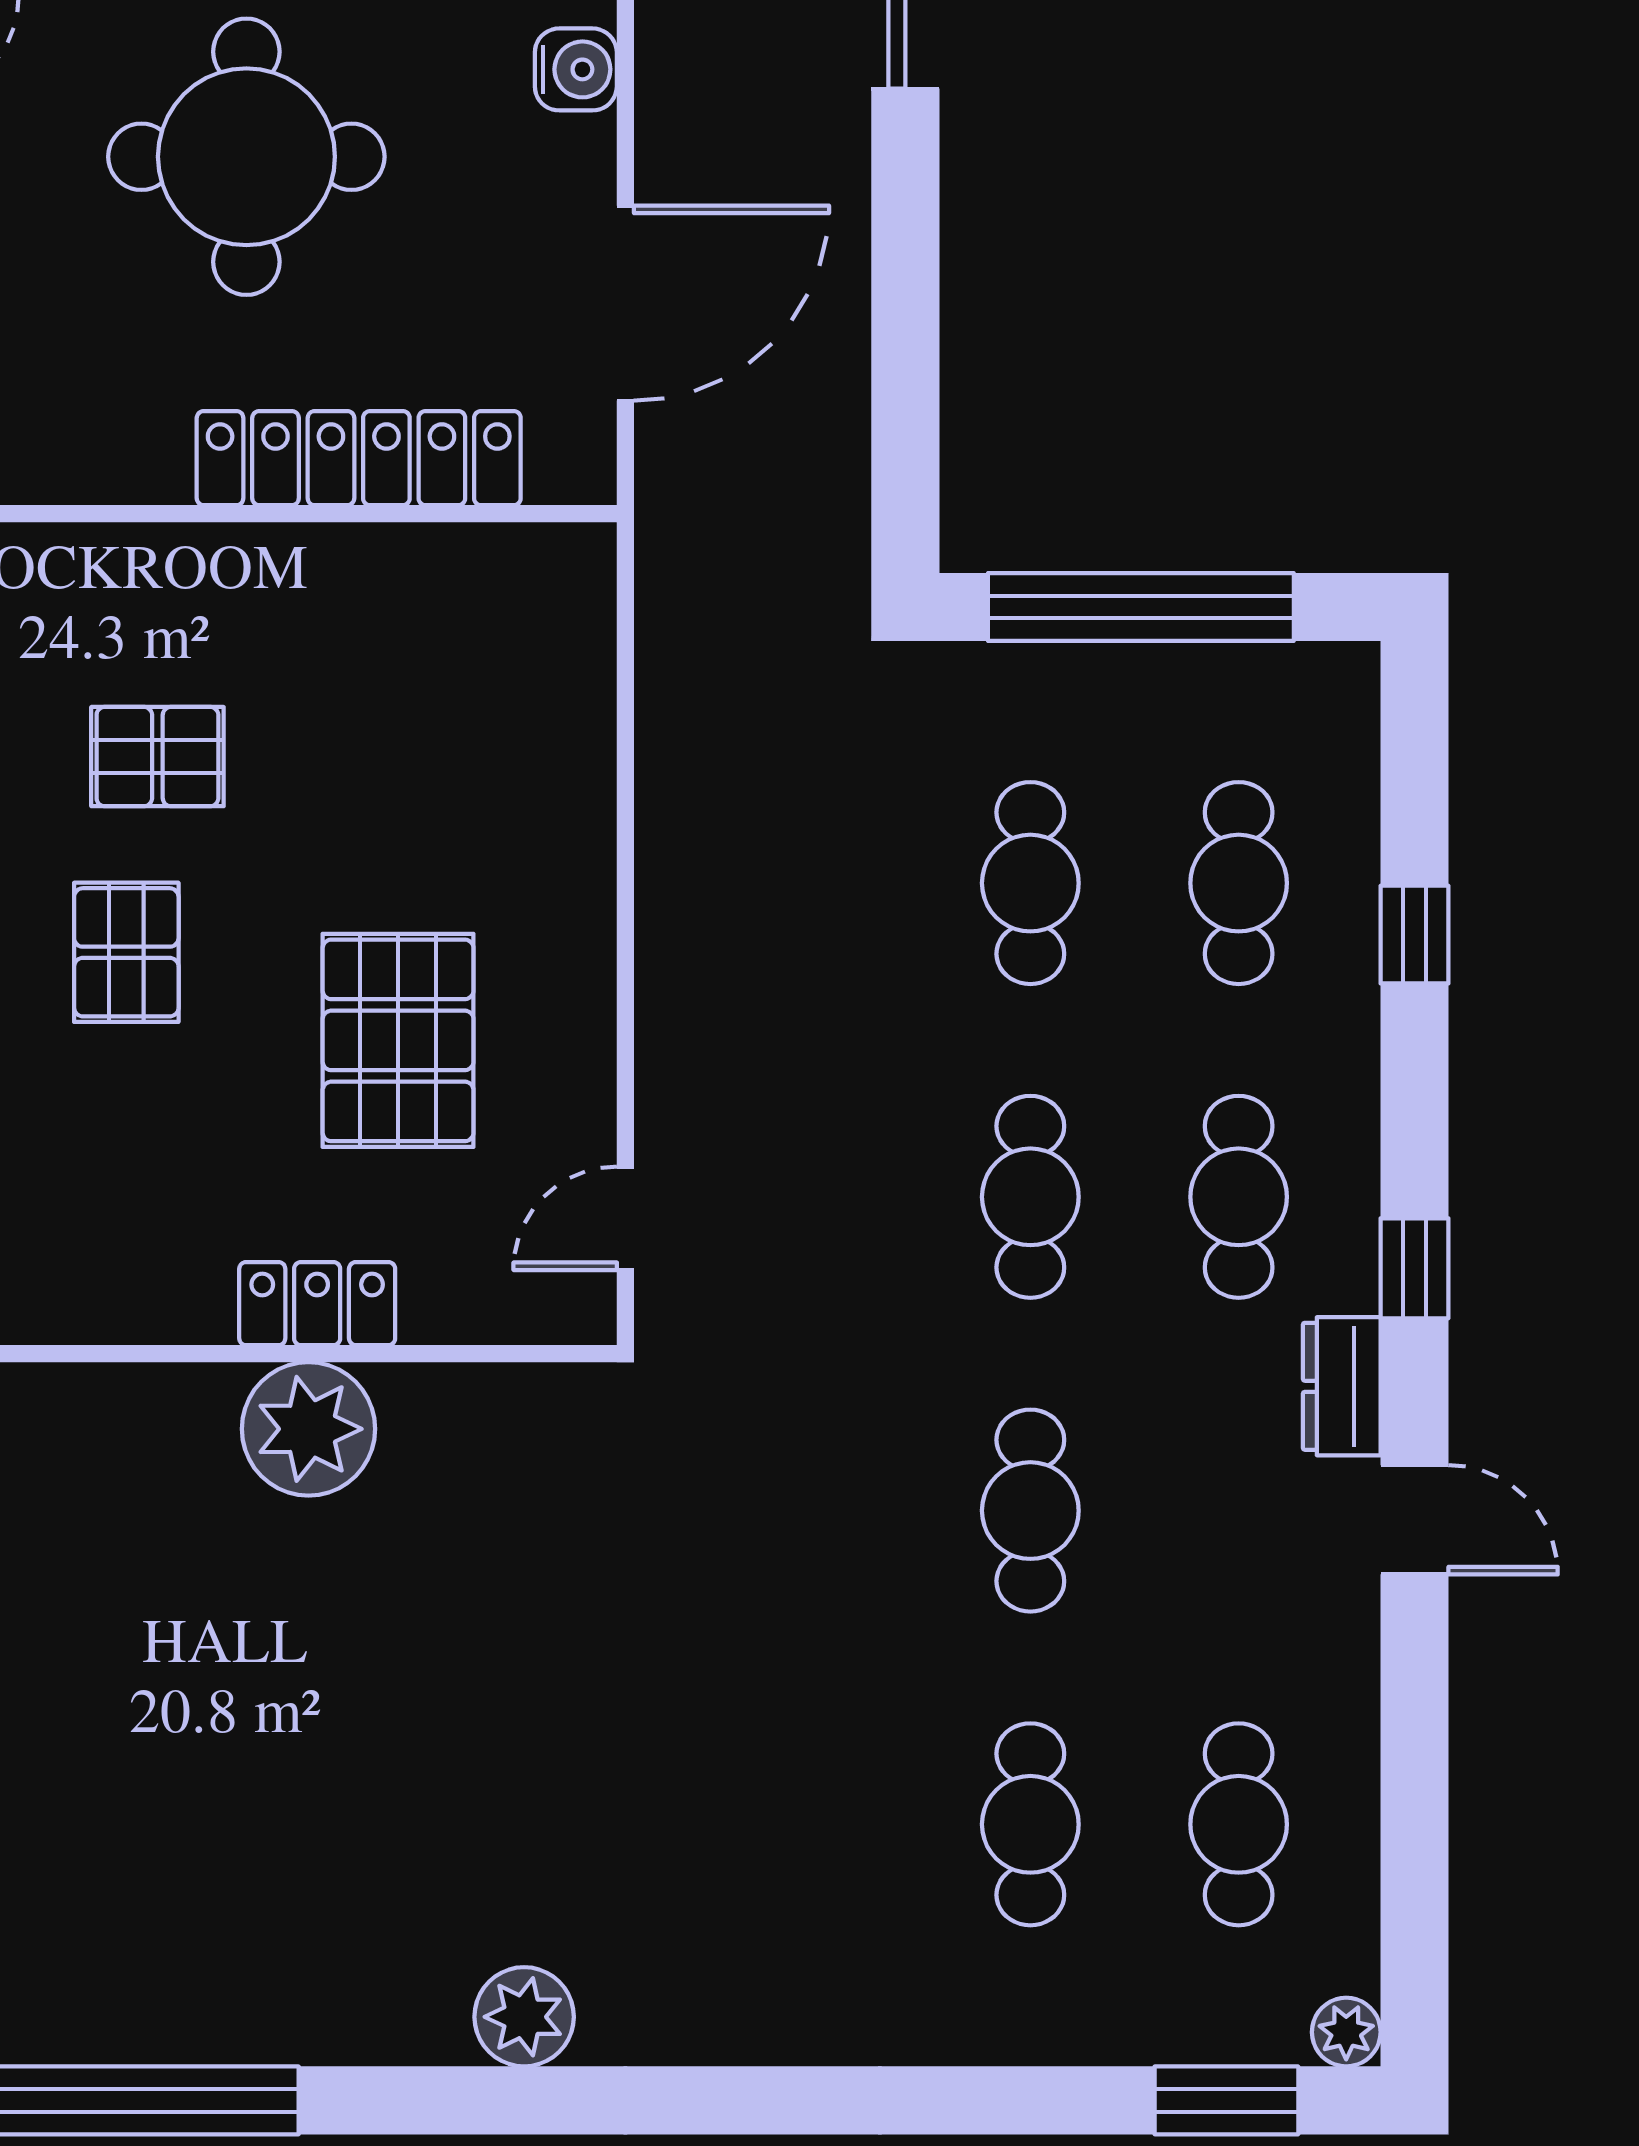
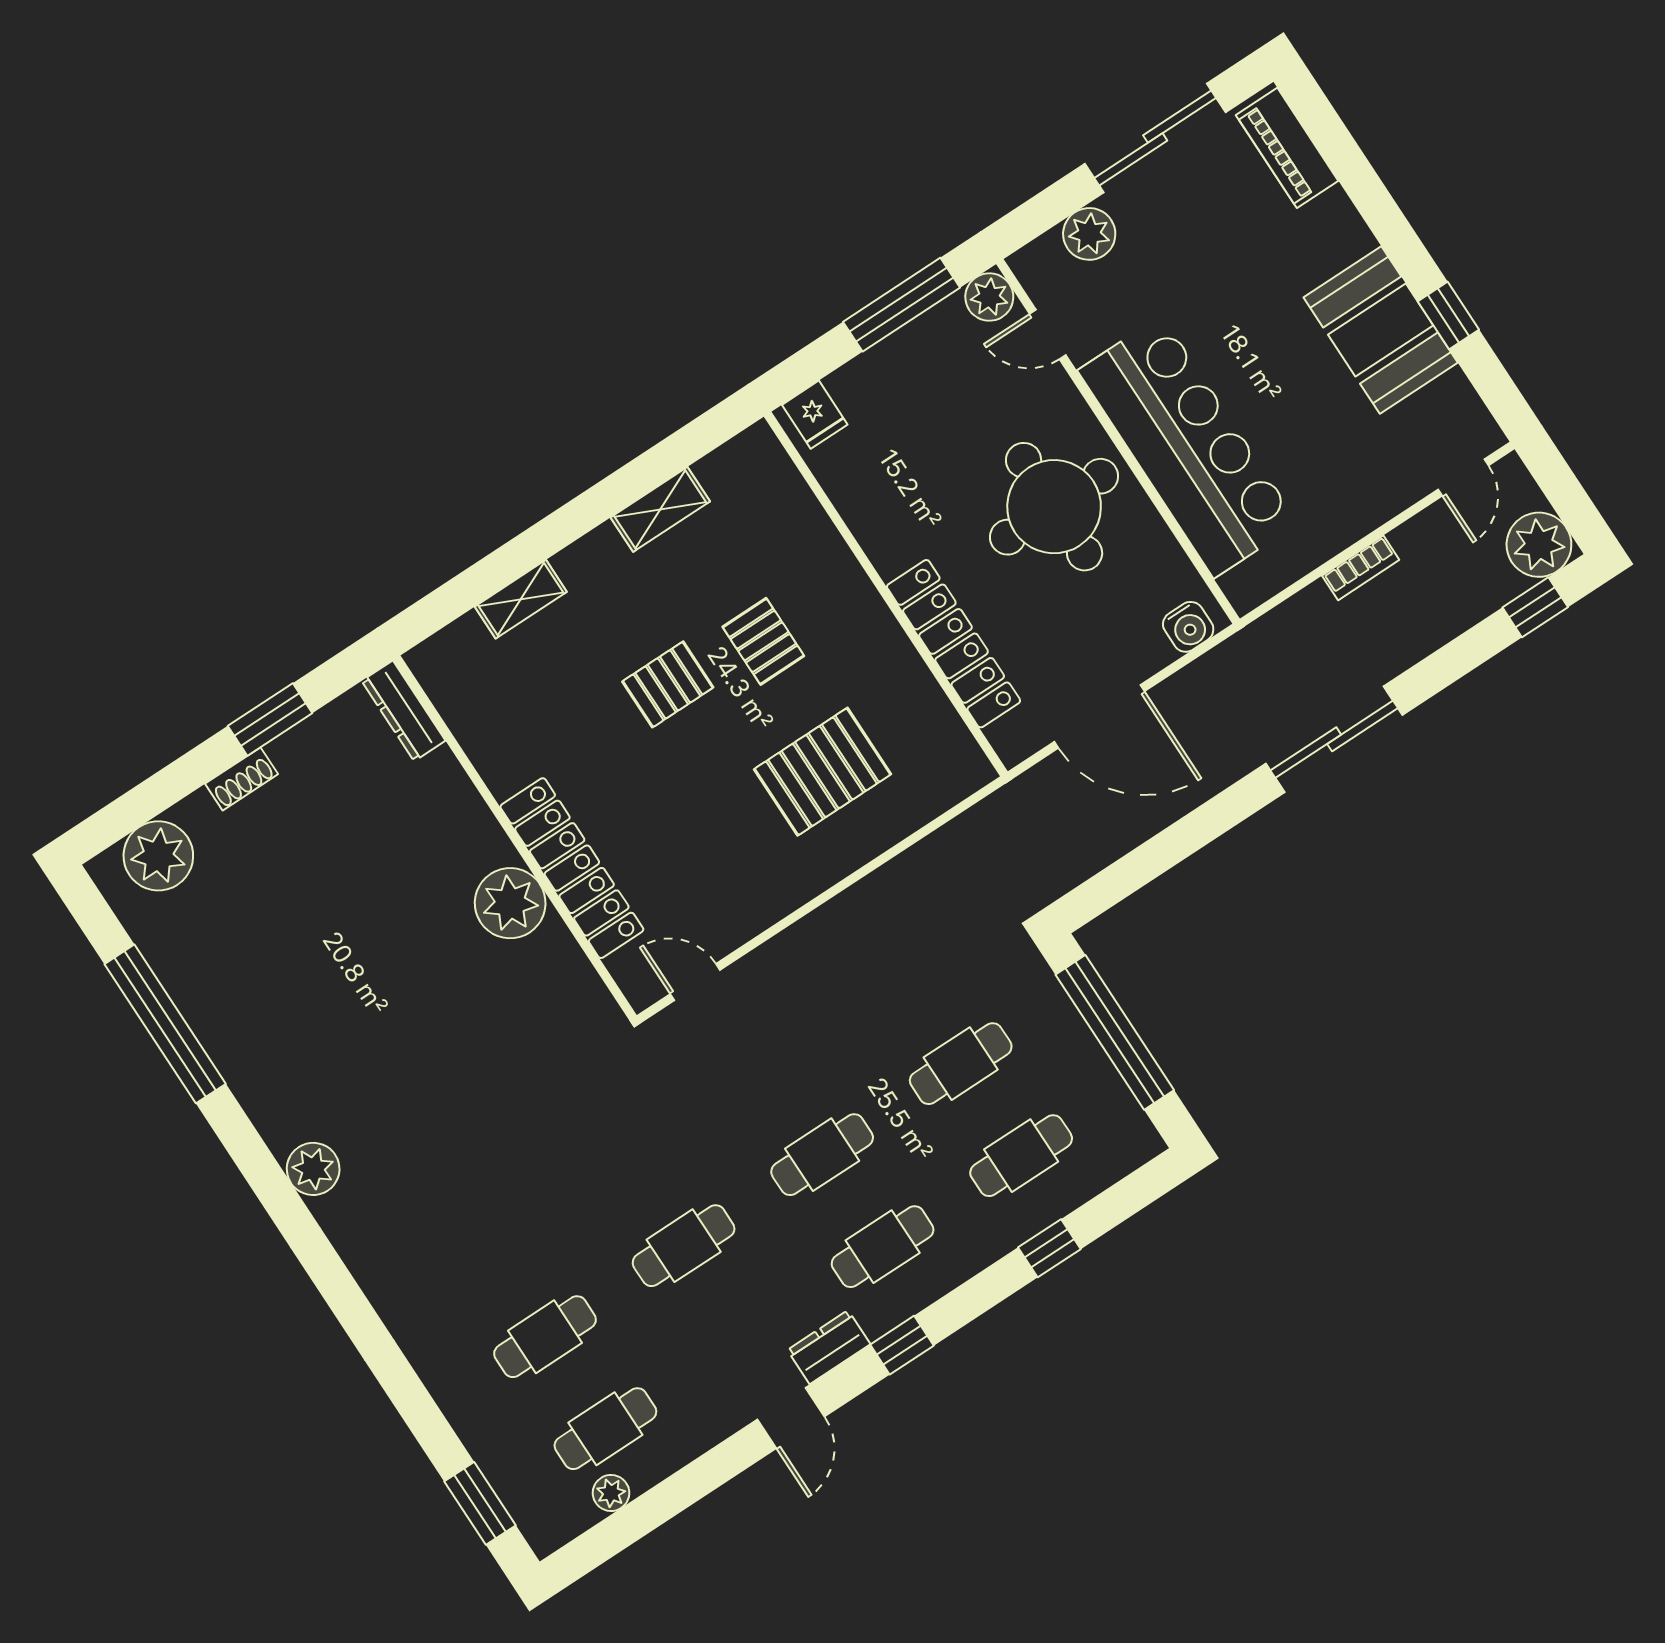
pallet: (398, 1040) -> (823, 772), moved
locker: (317, 1304) -> (572, 868), width x2.16, depth x1.21
plant: (1346, 2032) -> (611, 1493), moved

